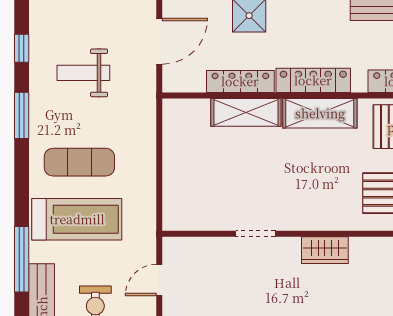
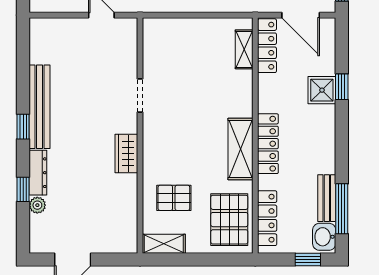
locker: (240, 81) -> (267, 46), moved
shelving: (246, 112) -> (244, 49), moved, width x0.67, depth x0.75

